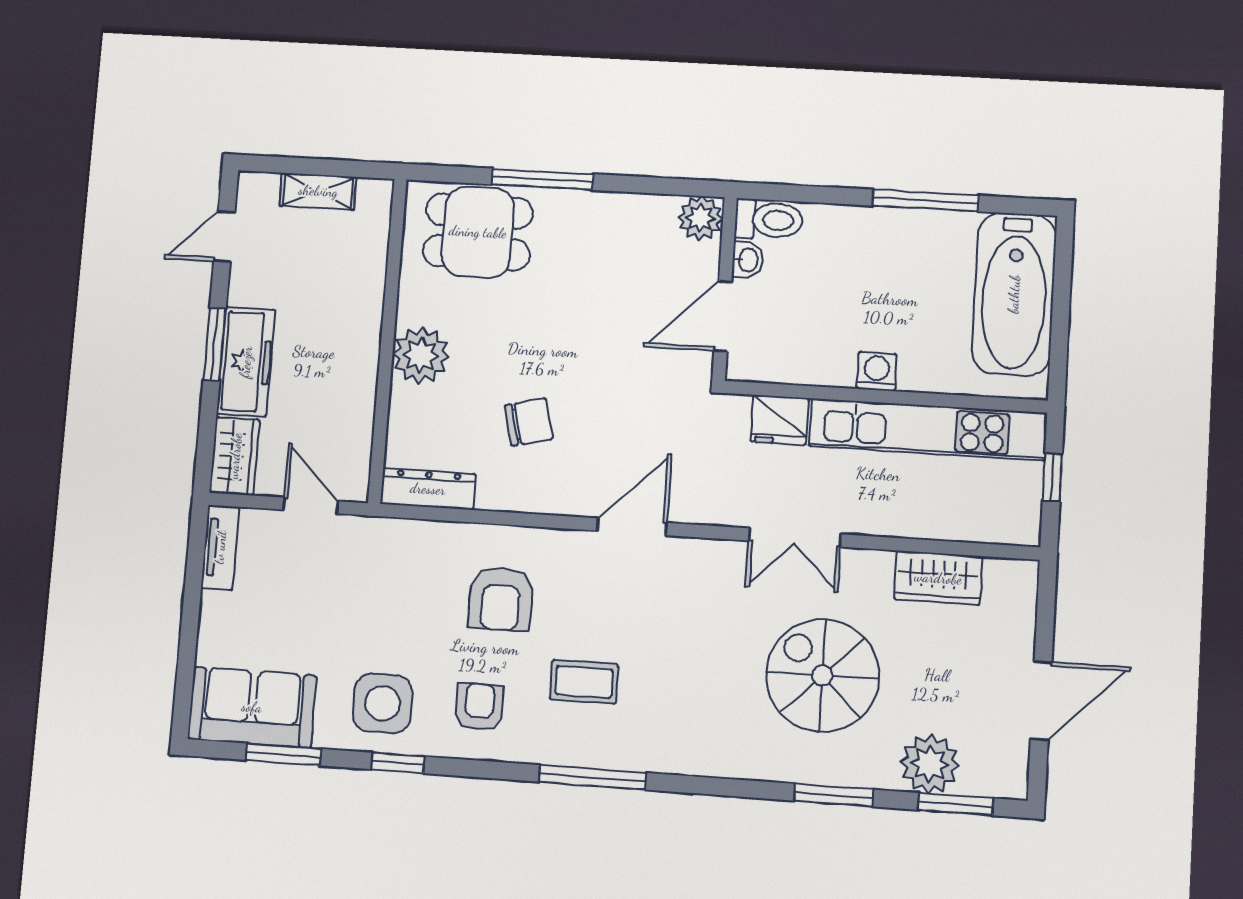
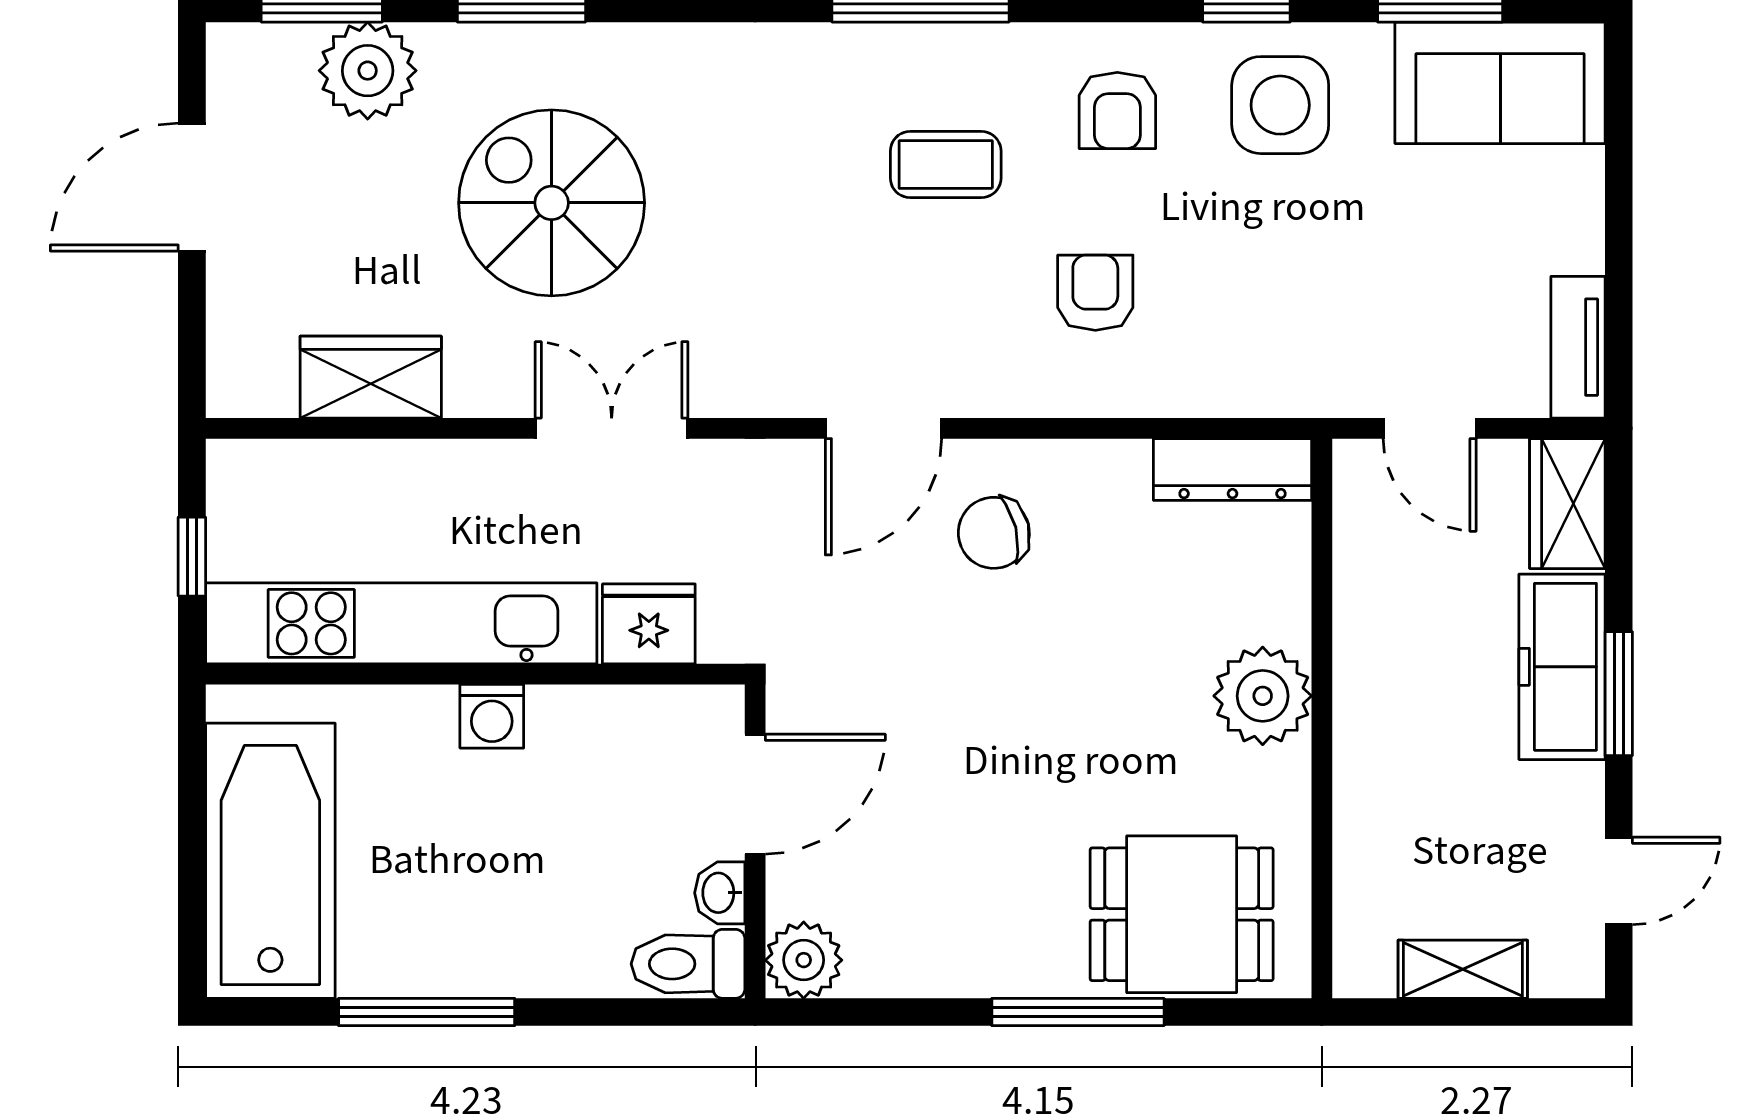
chair: (529, 422) -> (994, 533), moved
armchair: (501, 599) -> (1095, 293), width x0.72, depth x0.72
spiral stairs: (822, 675) -> (552, 203), turned 180

